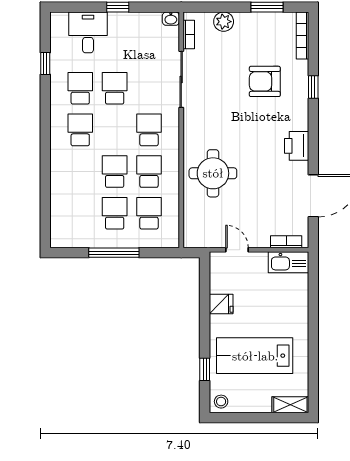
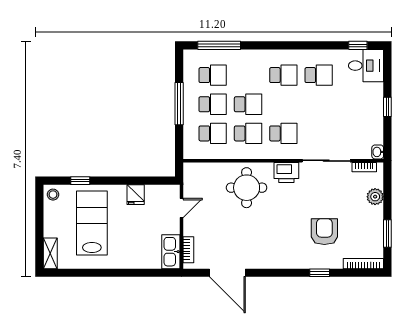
desk: (88, 32) -> (366, 66), moved
window: (45, 63) -> (358, 45), moved
school desk: (115, 88) -> (213, 75), moved
printer: (297, 146) -> (286, 172), moved, turned 180
window: (45, 206) -> (219, 45), added

